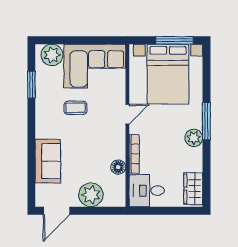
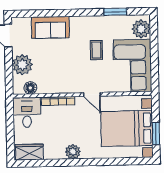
window: (174, 40) -> (156, 133), width x0.69
window: (206, 121) -> (87, 162), removed
floor lamp: (118, 167) -> (30, 88), moved

